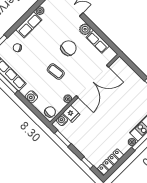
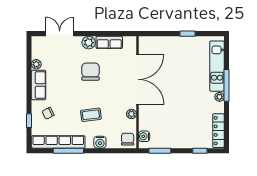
coffee table: (56, 72) -> (91, 115), moved
fridge: (71, 114) -> (147, 123), removed

